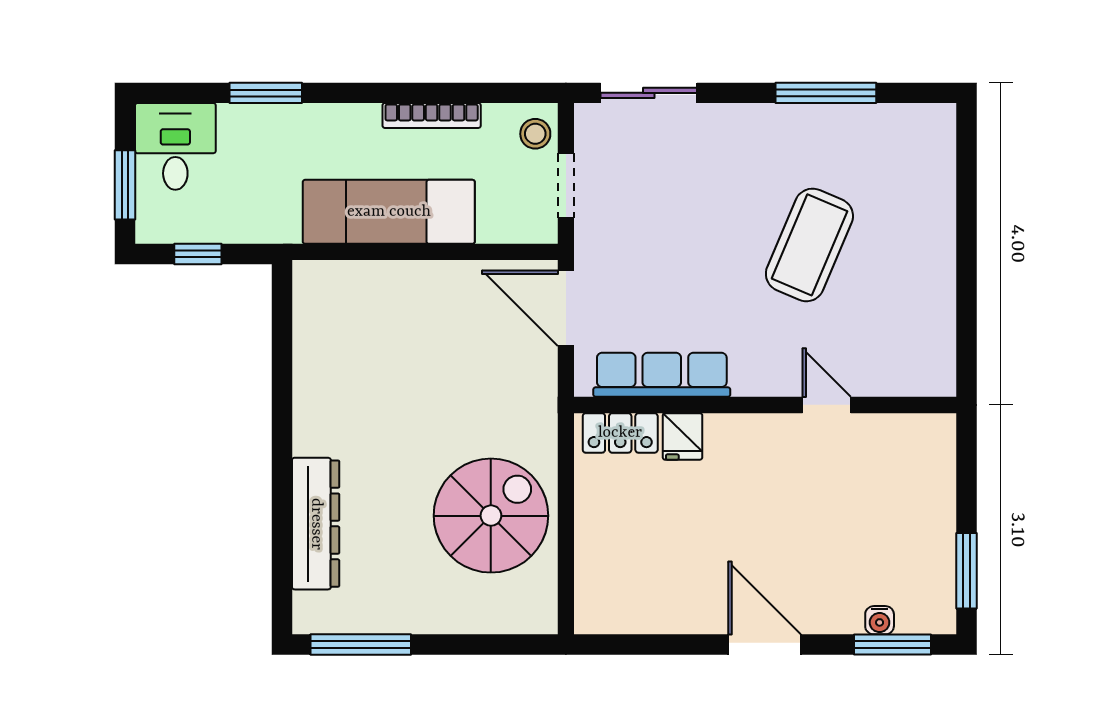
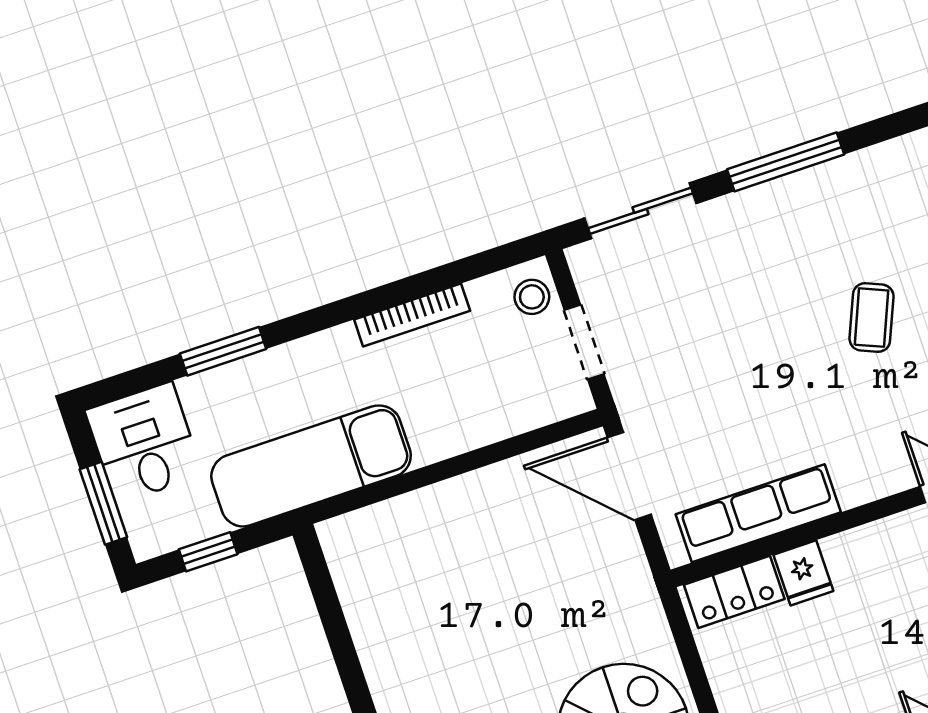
window: (826, 93) -> (786, 162), moved
exam couch: (389, 212) -> (311, 466), moved
coffee table: (809, 245) -> (872, 318), width x0.54, depth x0.58

